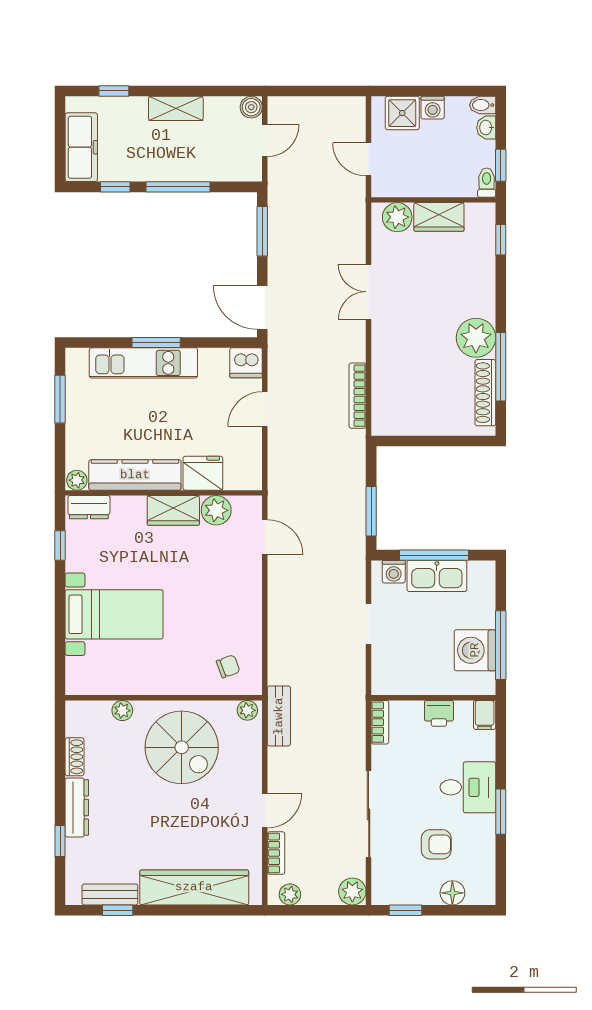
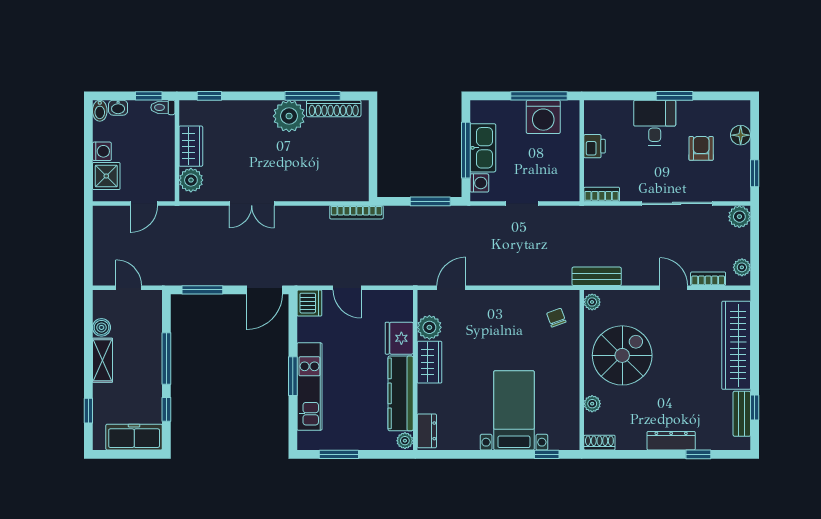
boiler: (251, 107) -> (101, 327), moved
bookcase: (358, 396) -> (356, 212), moved
window: (60, 545) -> (547, 454), moved
filing cabinet: (485, 715) -> (596, 109), removed
shoe rack: (74, 757) -> (599, 443), moved

